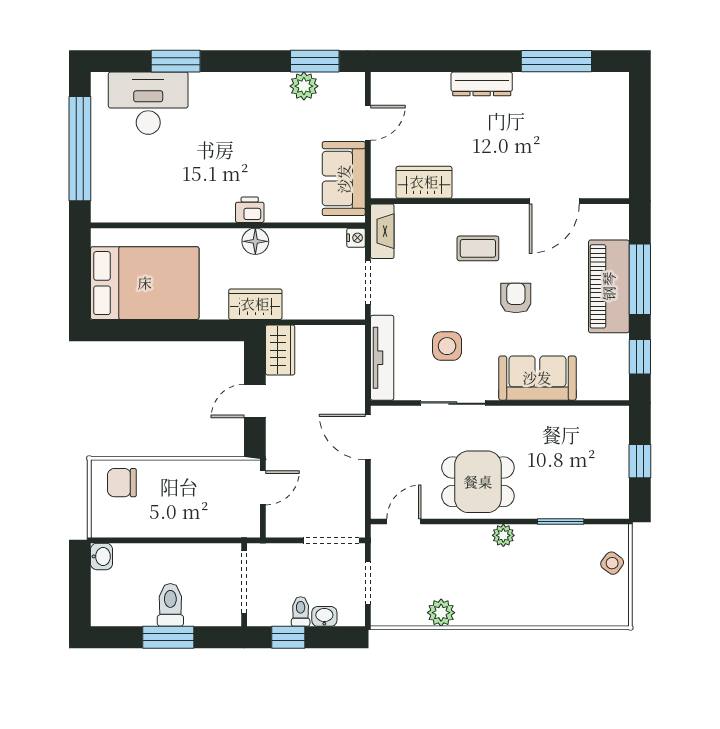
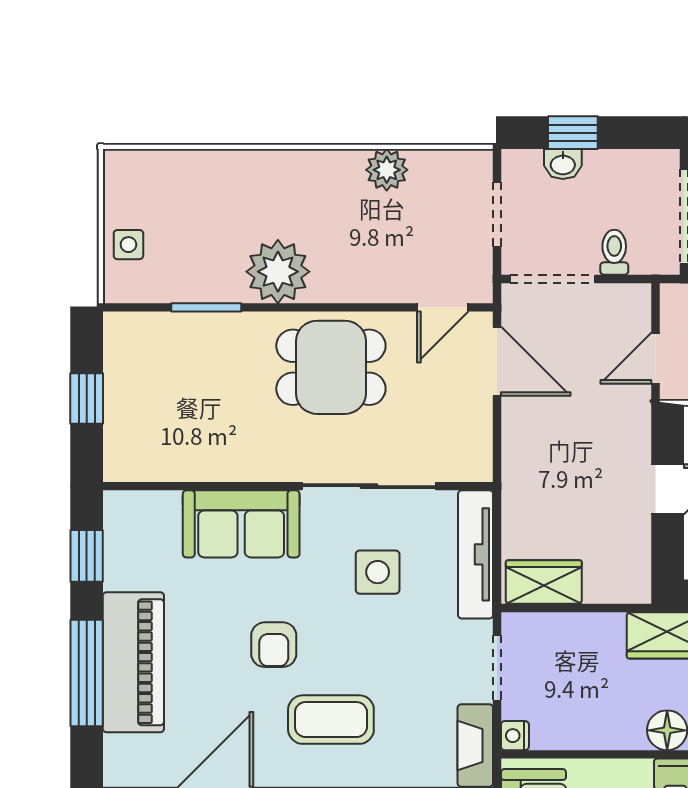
coffee table: (478, 248) -> (331, 720), width x1.36, depth x1.30
wardrobe: (280, 350) -> (544, 582), moved, turned 90
sliding door: (453, 403) -> (369, 486), width x1.37
door: (368, 437) -> (497, 361), moved
plant: (503, 535) -> (278, 272), width x1.88, depth x1.88
side table: (612, 563) -> (128, 245), turned -37
toilet: (301, 611) -> (614, 252), moved, turned 180
window: (288, 637) -> (573, 133), moved

